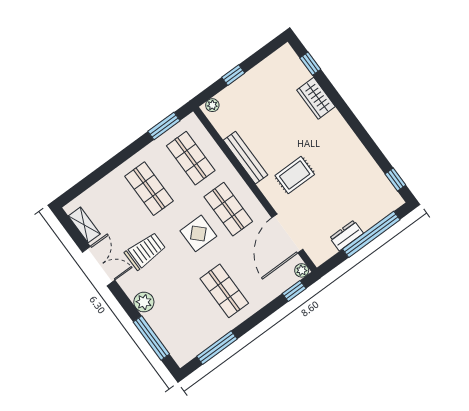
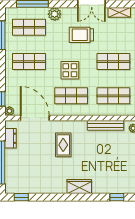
wardrobe: (316, 98) -> (79, 187), moved
bench: (245, 158) -> (105, 125), moved
dresser: (347, 235) -> (10, 138), moved
trolley: (145, 251) -> (81, 35), turned 90
shop shelf: (183, 321) -> (29, 27), added

